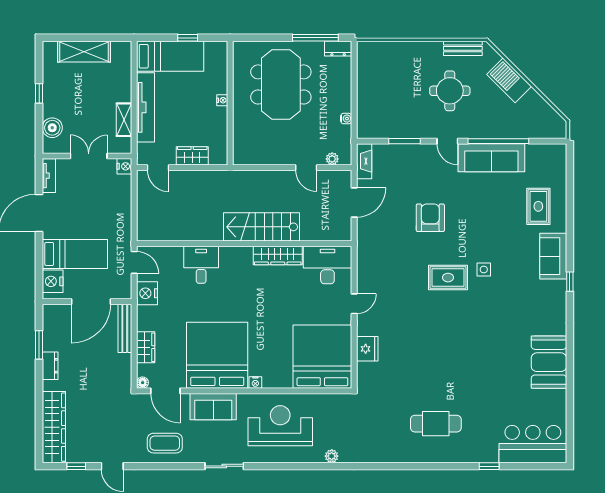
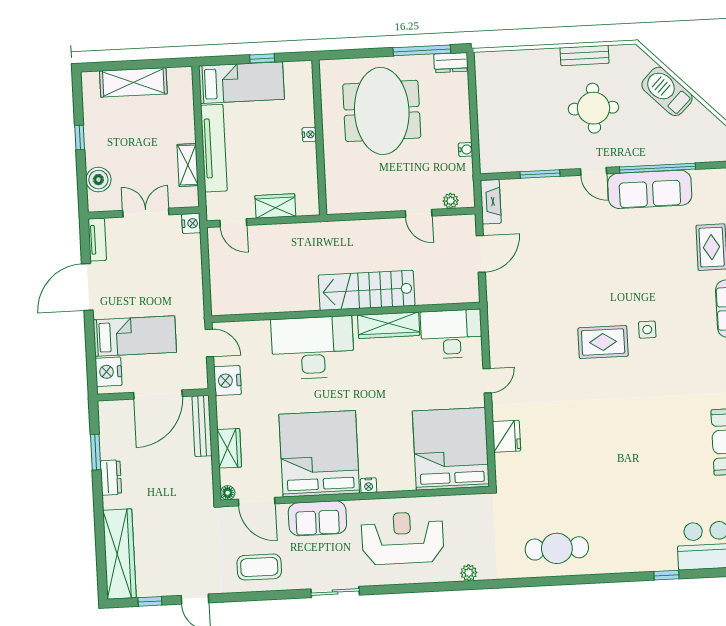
bench: (463, 48) -> (584, 55), moved
armchair: (430, 218) -> (577, 268), removed
desk: (201, 265) -> (313, 348), width x1.87, depth x1.30
cafe table: (436, 424) -> (557, 548), moved

